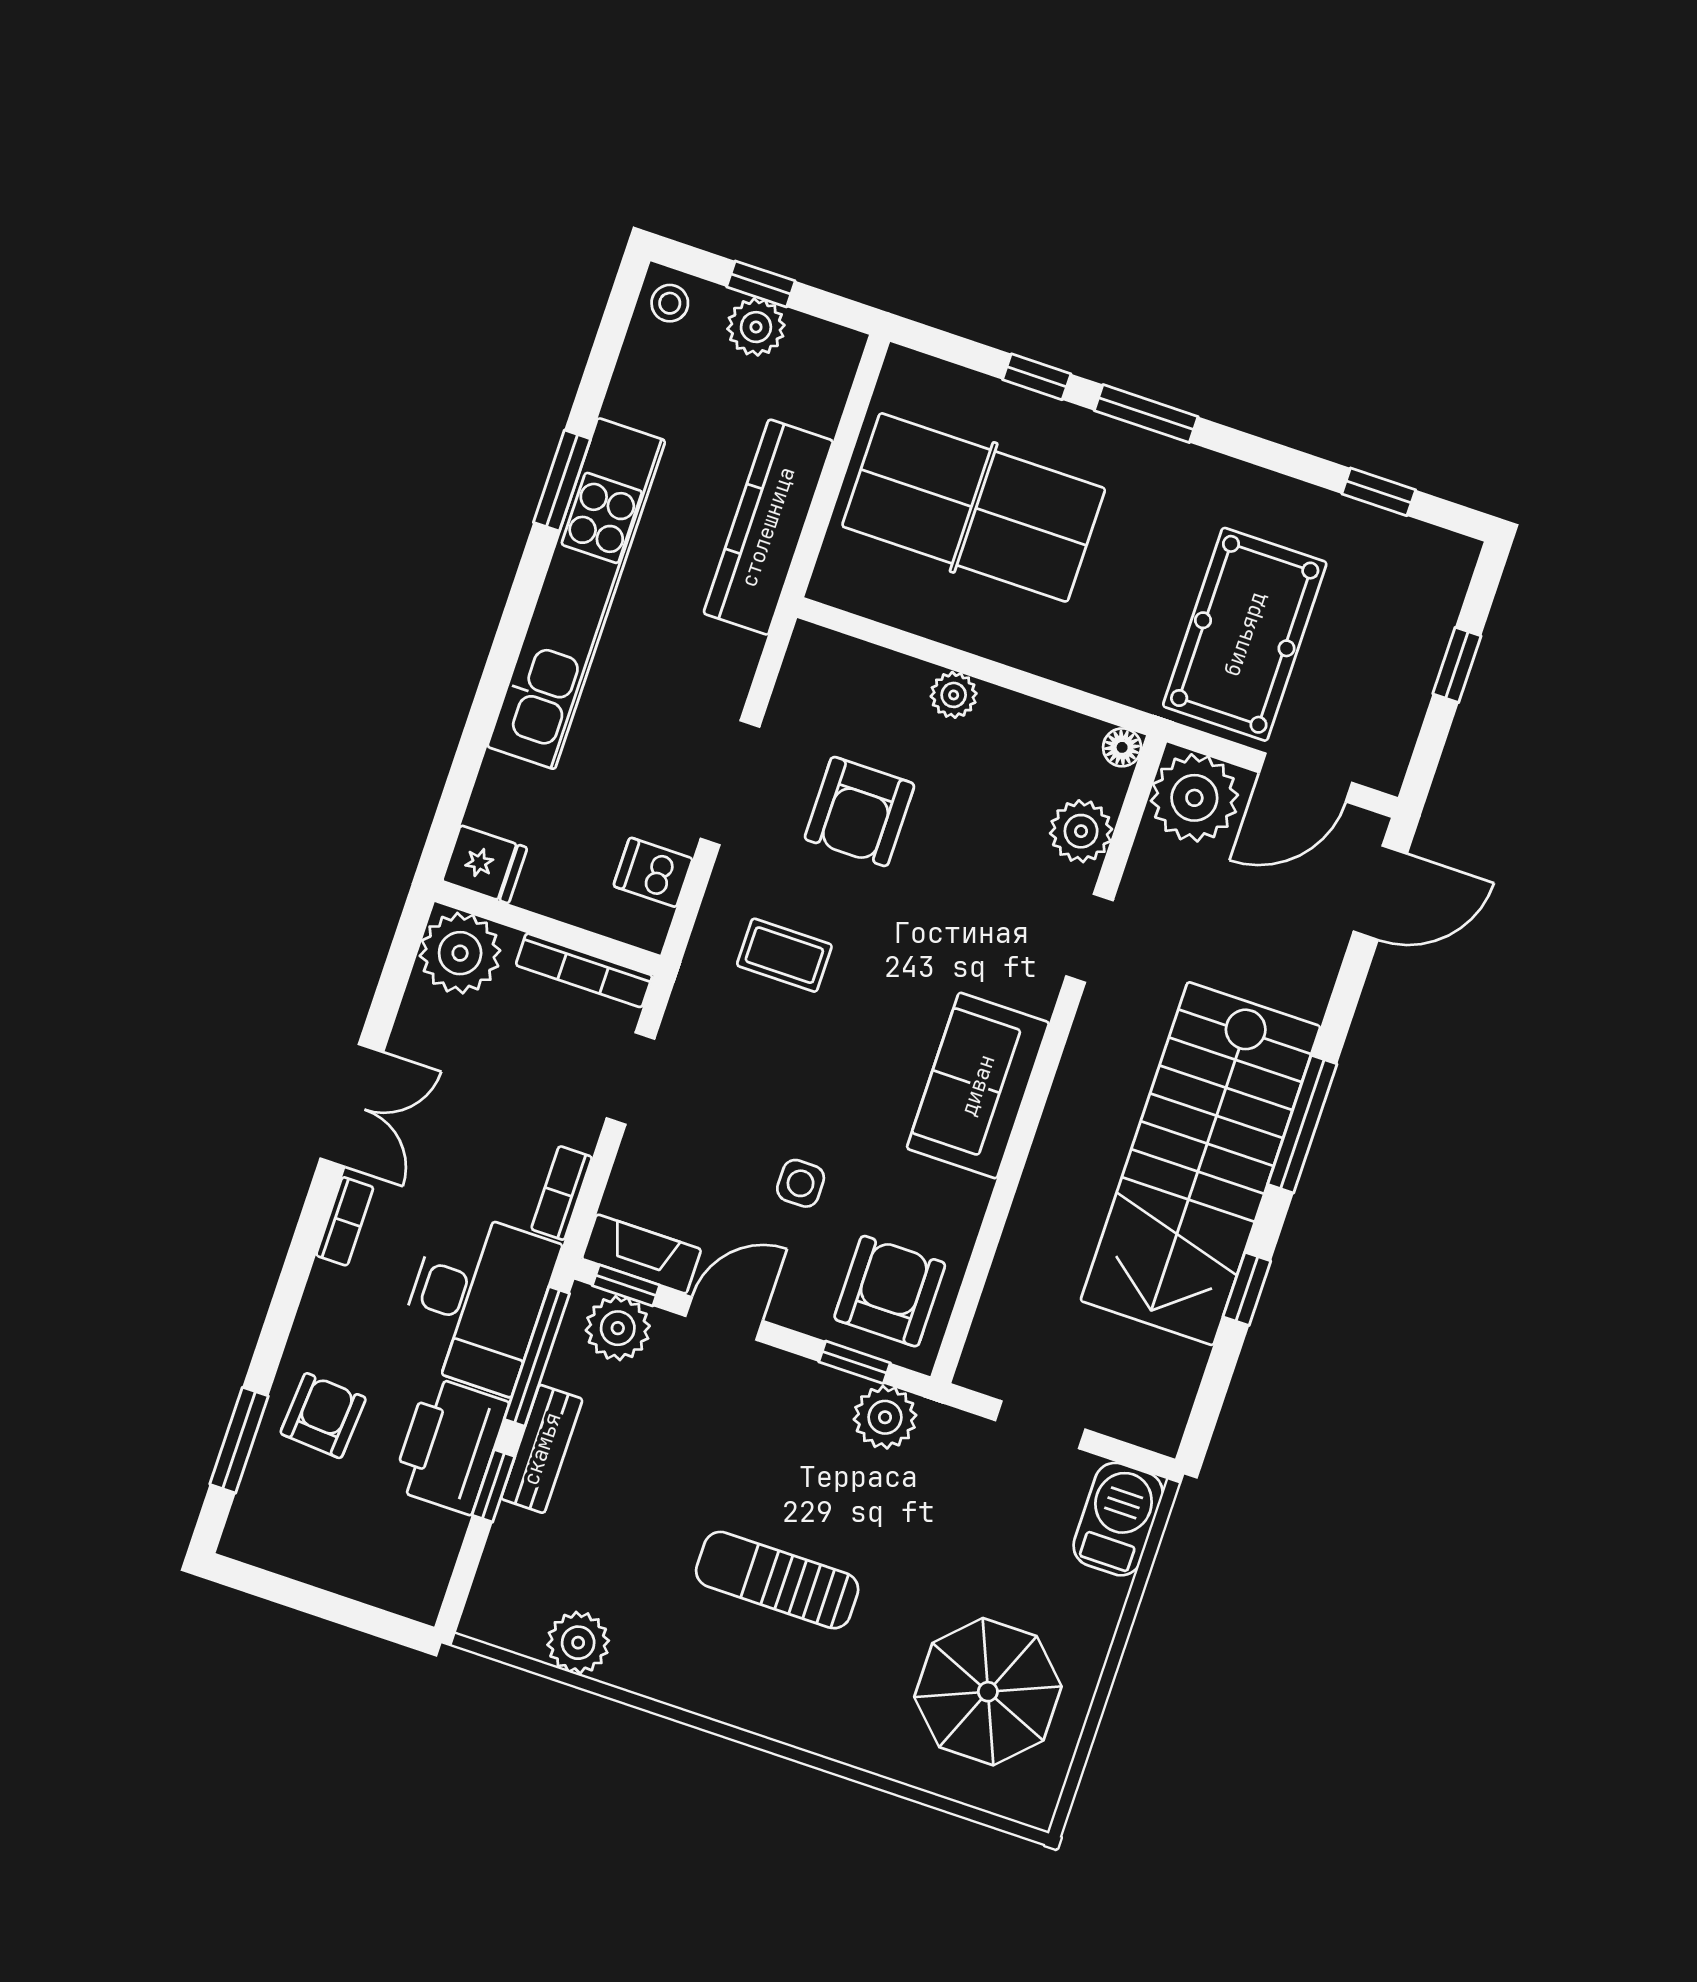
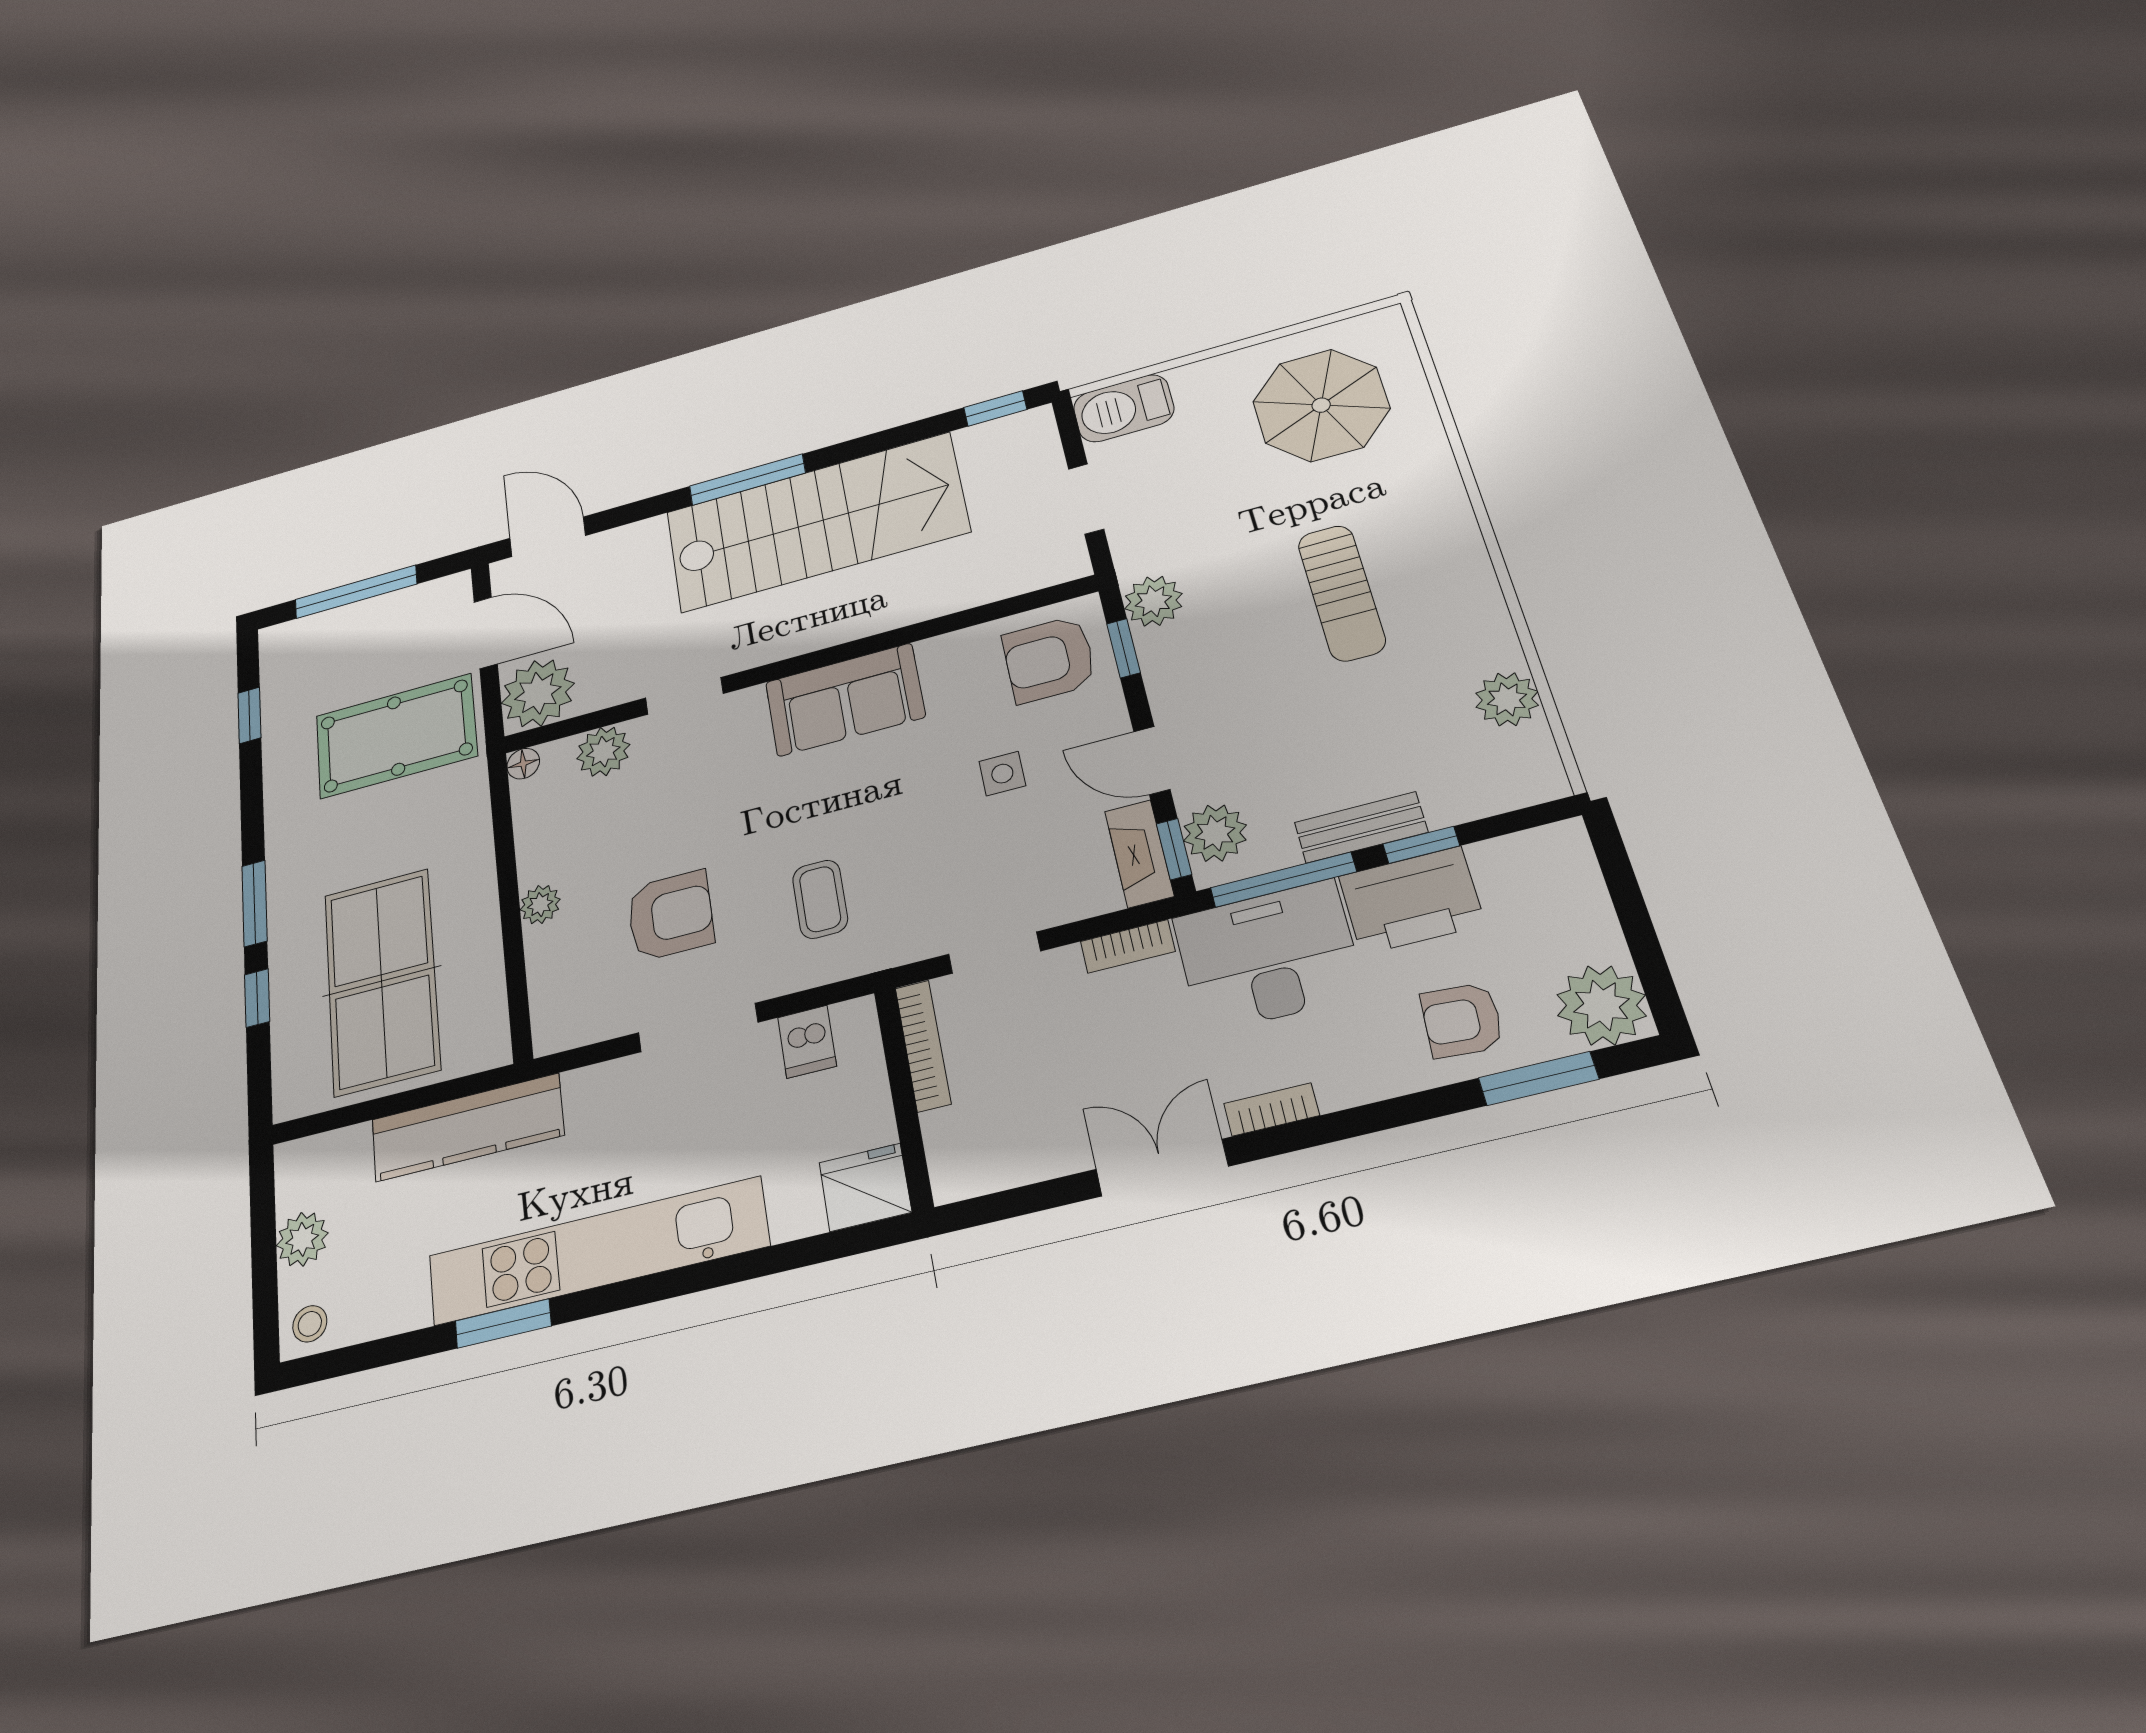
window: (761, 284) -> (264, 1257), removed
window: (1457, 665) -> (356, 592), width x2.17
fridge: (485, 864) -> (865, 1187), width x1.38
plant: (460, 953) -> (1601, 1005), moved
window: (1247, 1289) -> (995, 409), moved

